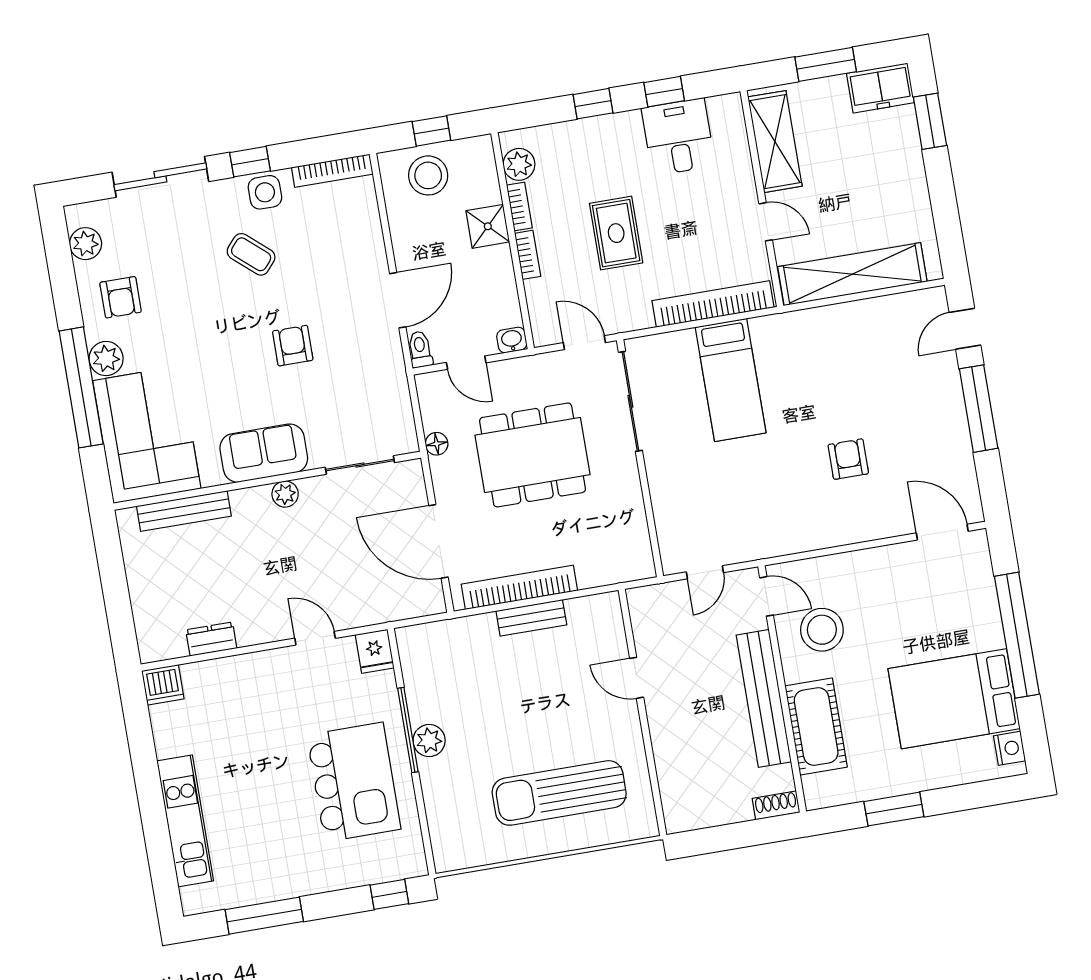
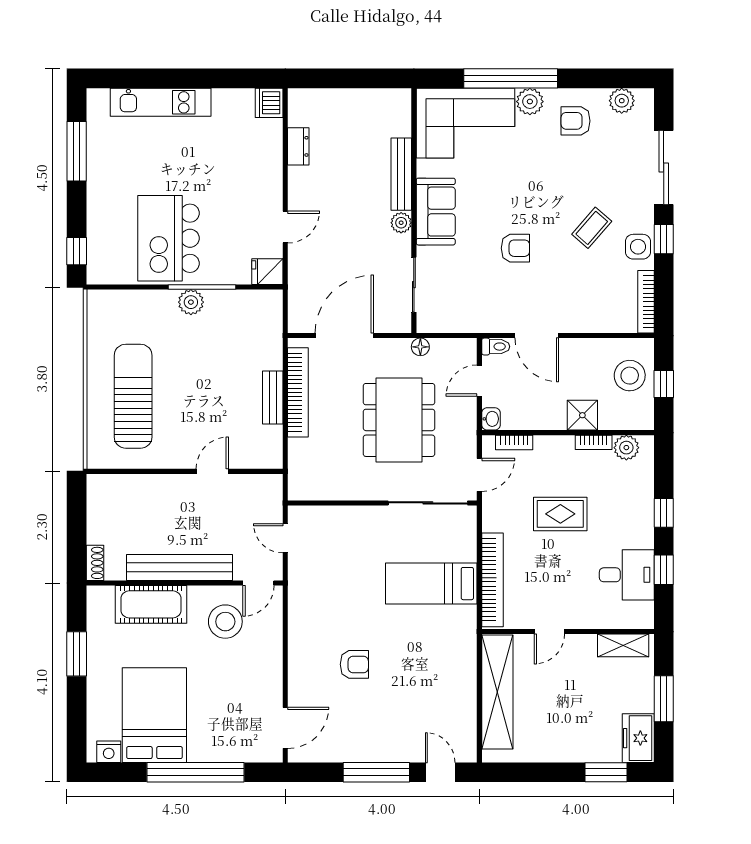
shelving: (775, 142) -> (623, 645), width x0.67, depth x0.75
bookcase: (528, 255) -> (514, 442), moved
bench: (184, 511) -> (401, 174), moved
kitchen island: (354, 782) -> (169, 238), turned 90

